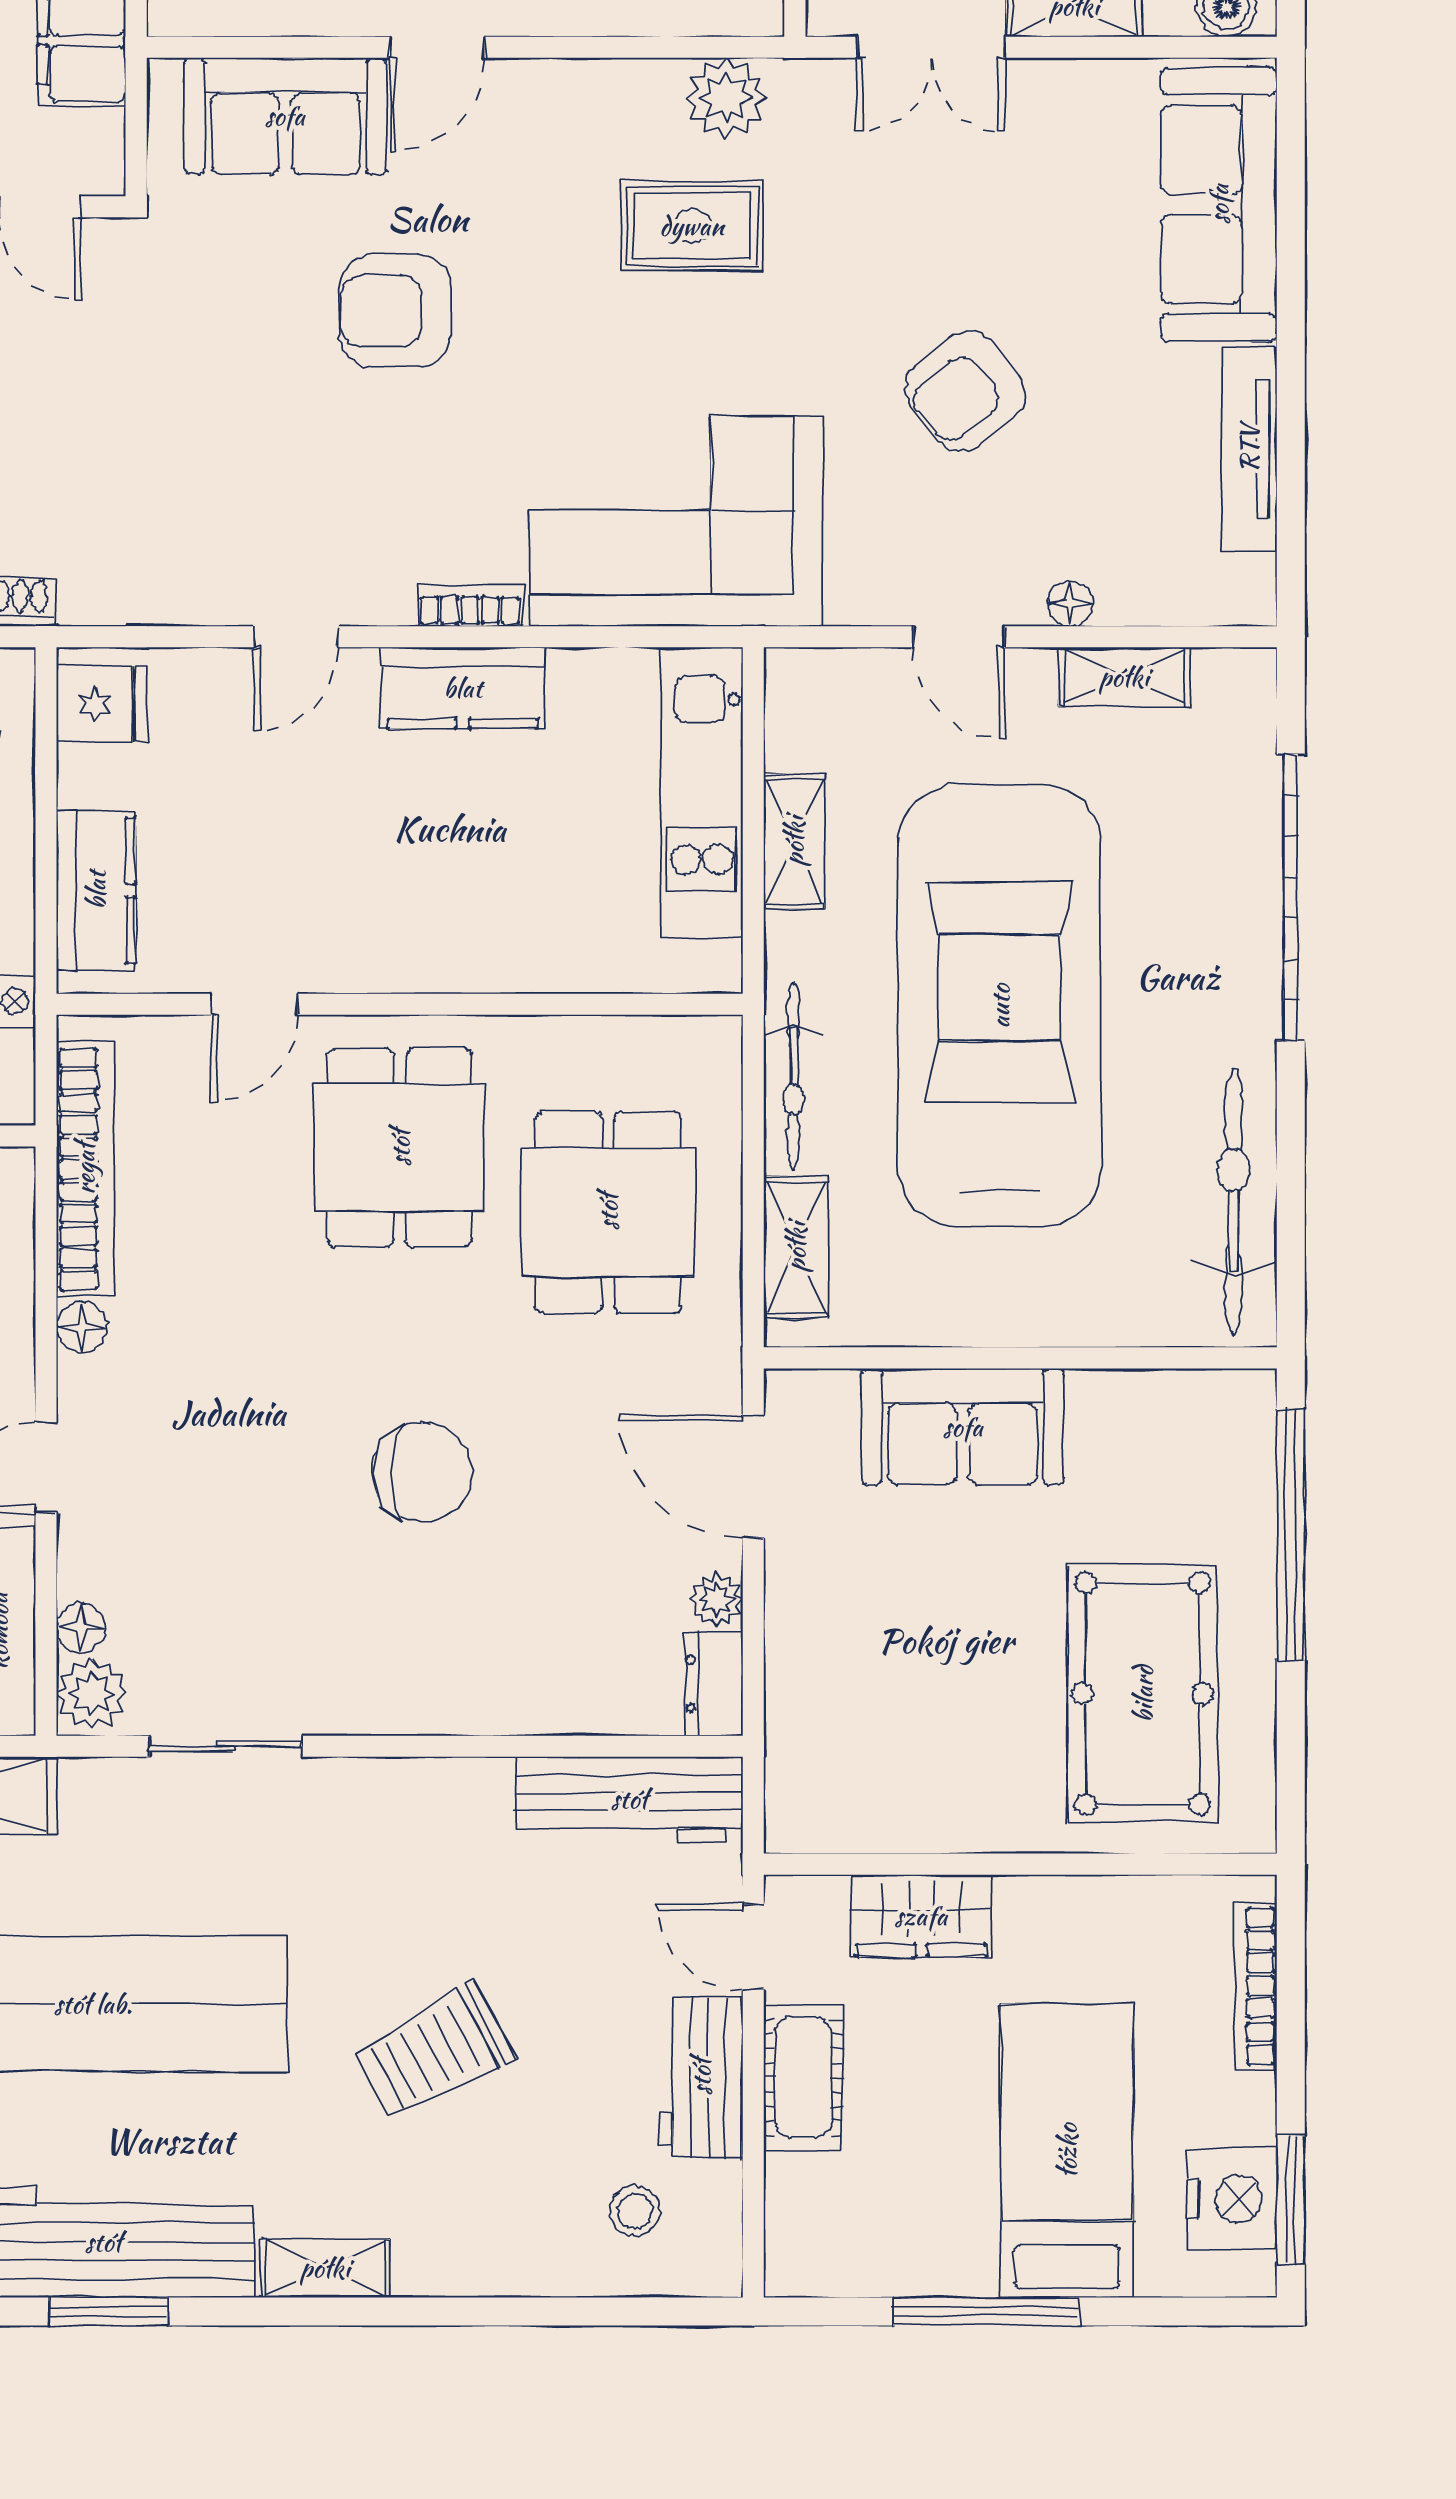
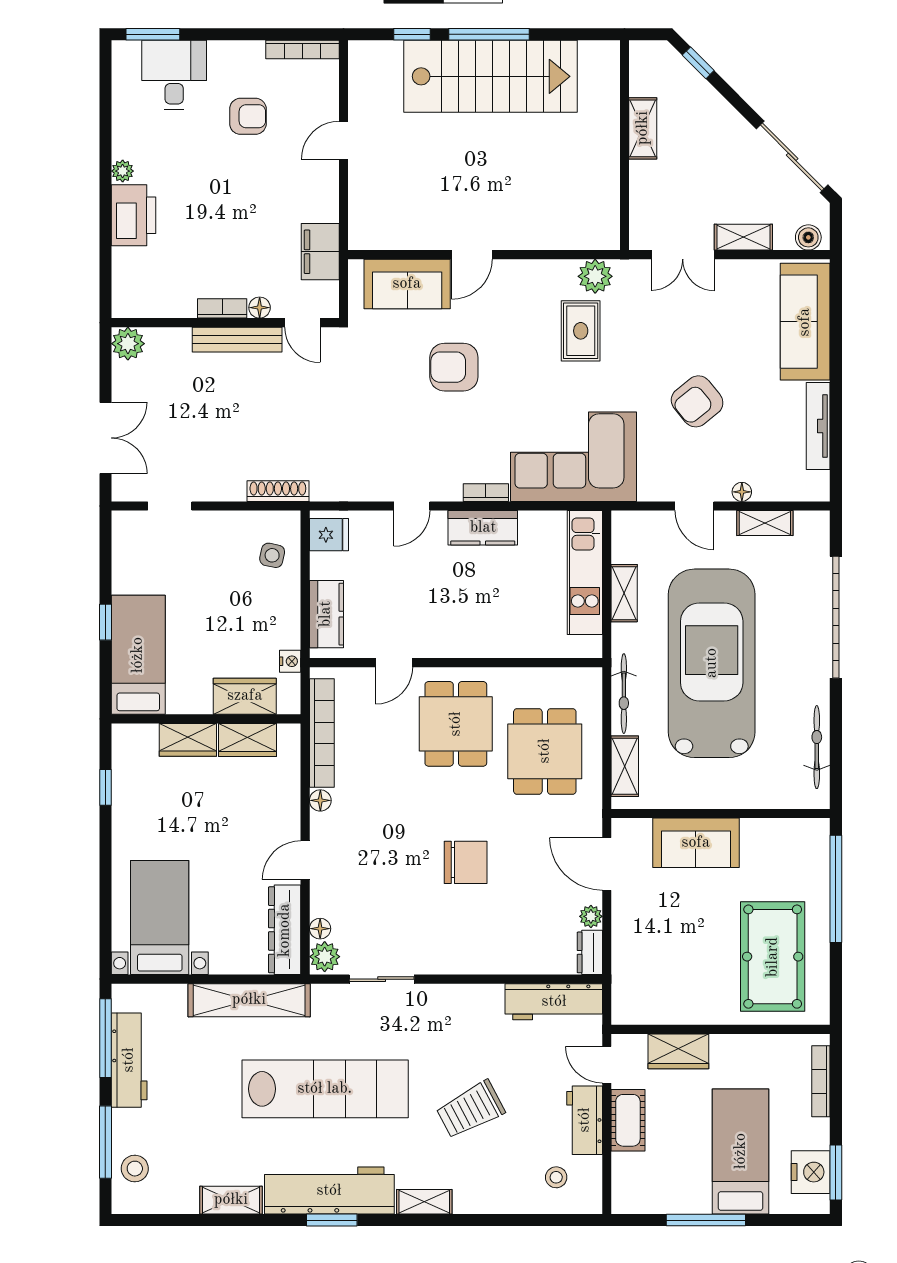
rug: (692, 226) -> (581, 331), turned 90
bicycle: (1234, 1202) -> (817, 747), width x0.73, depth x0.71

